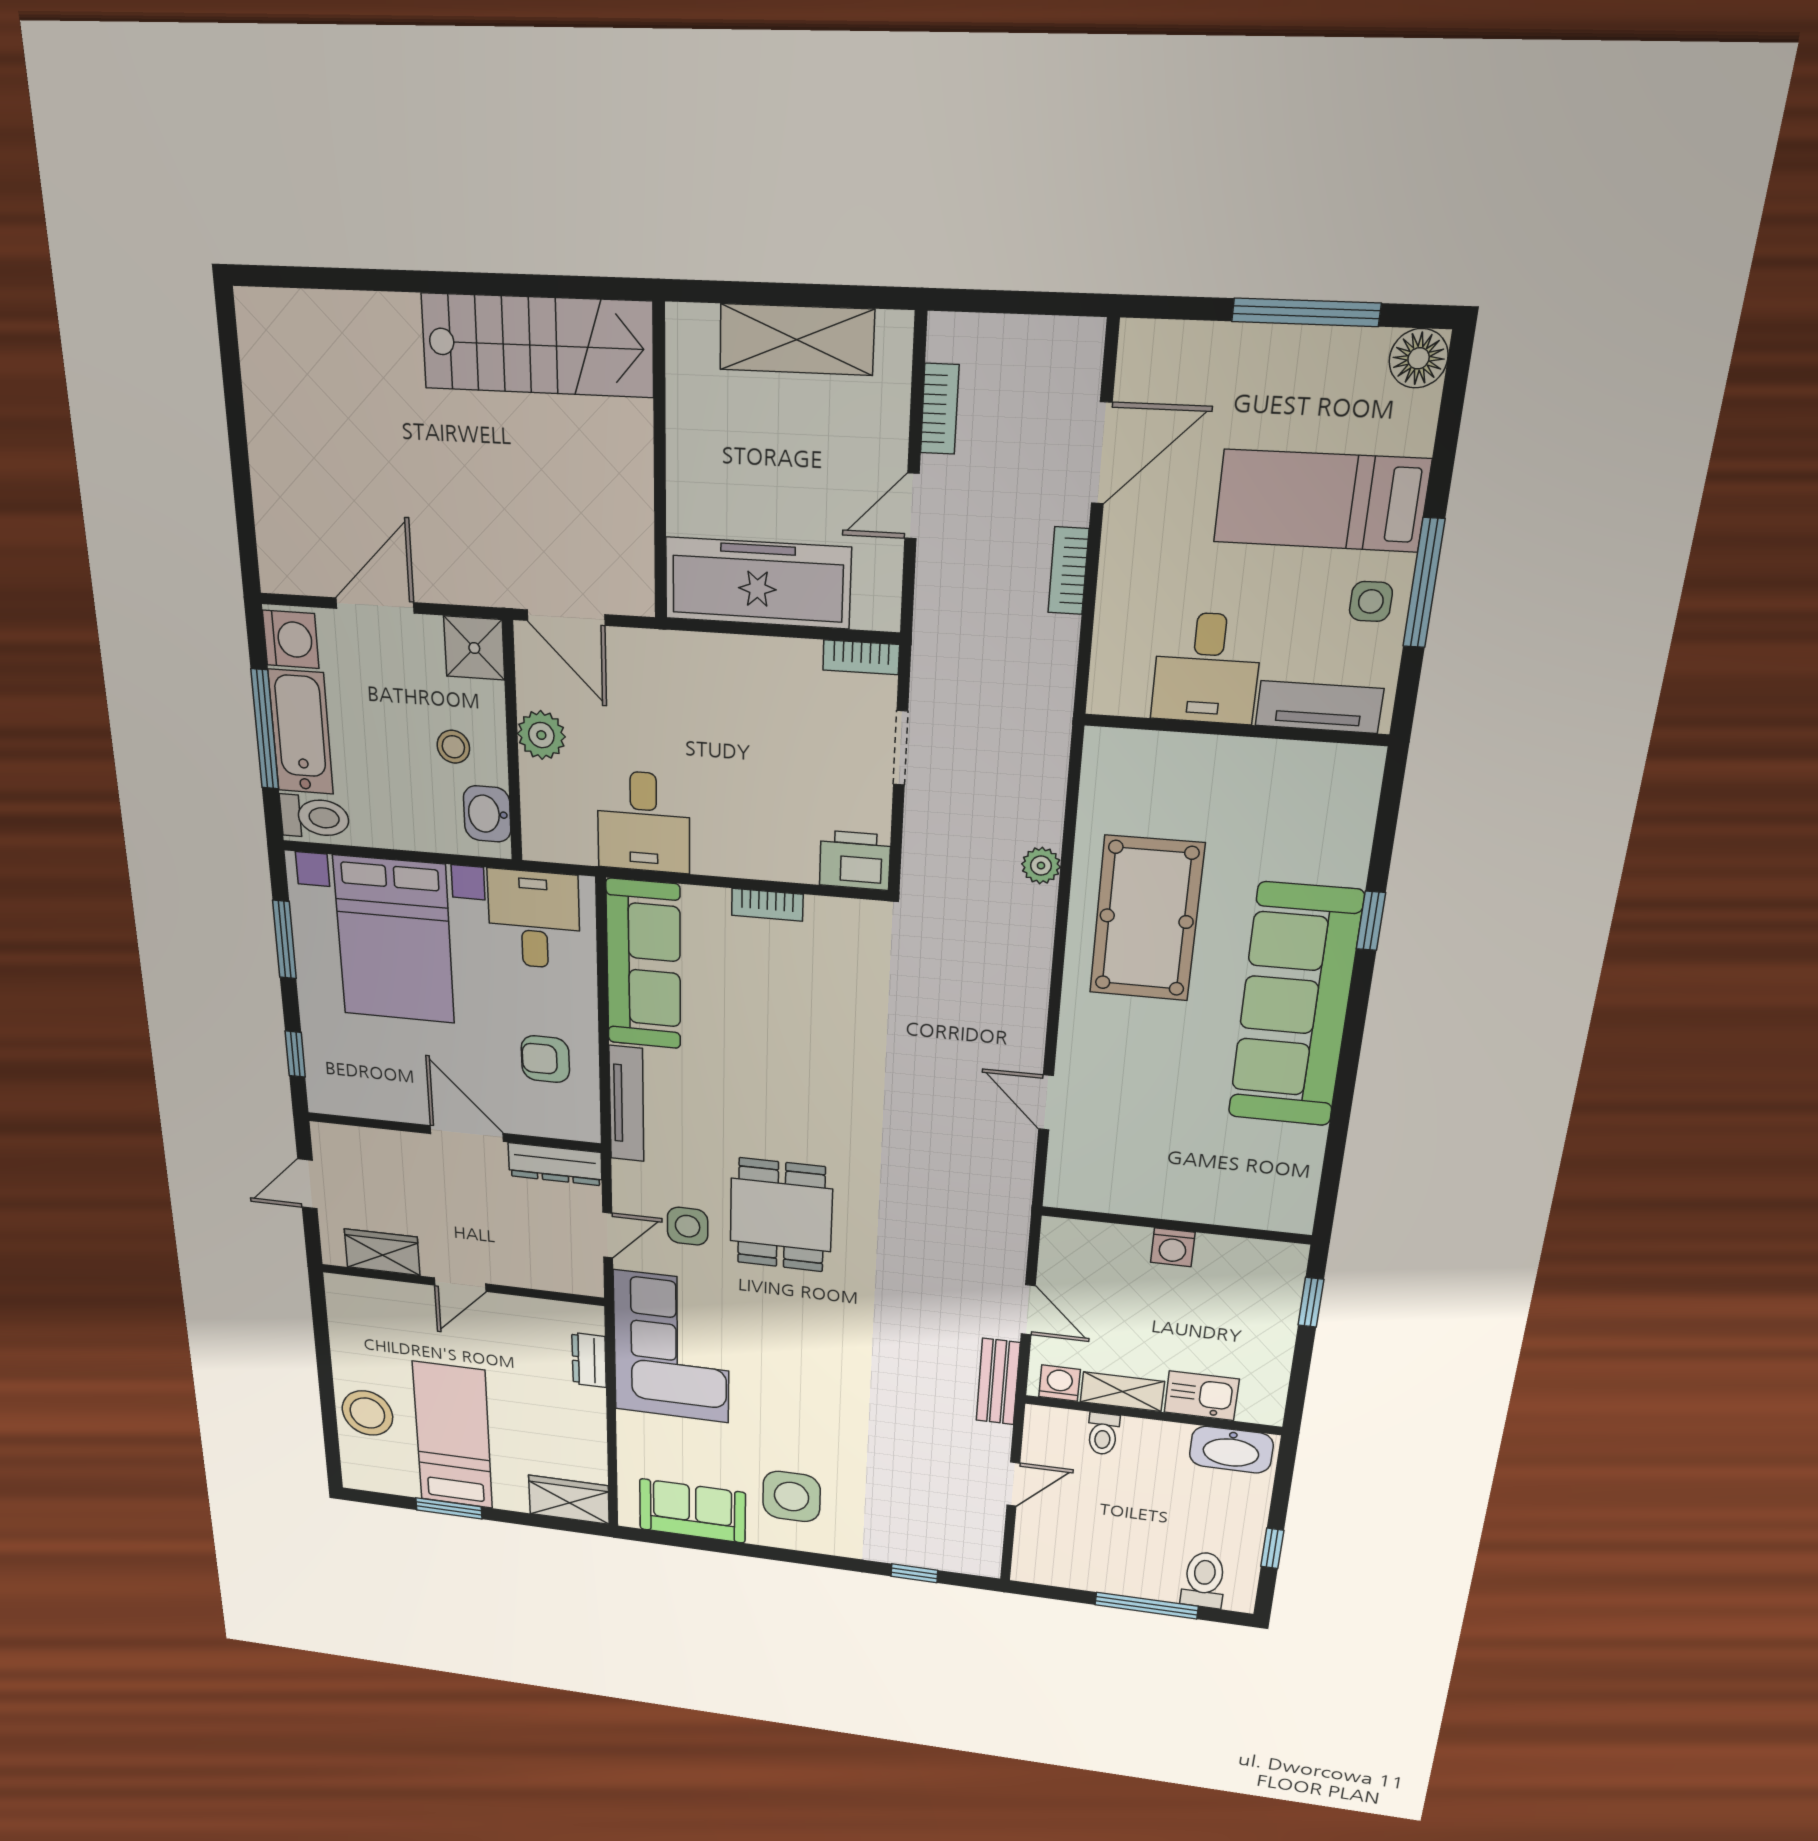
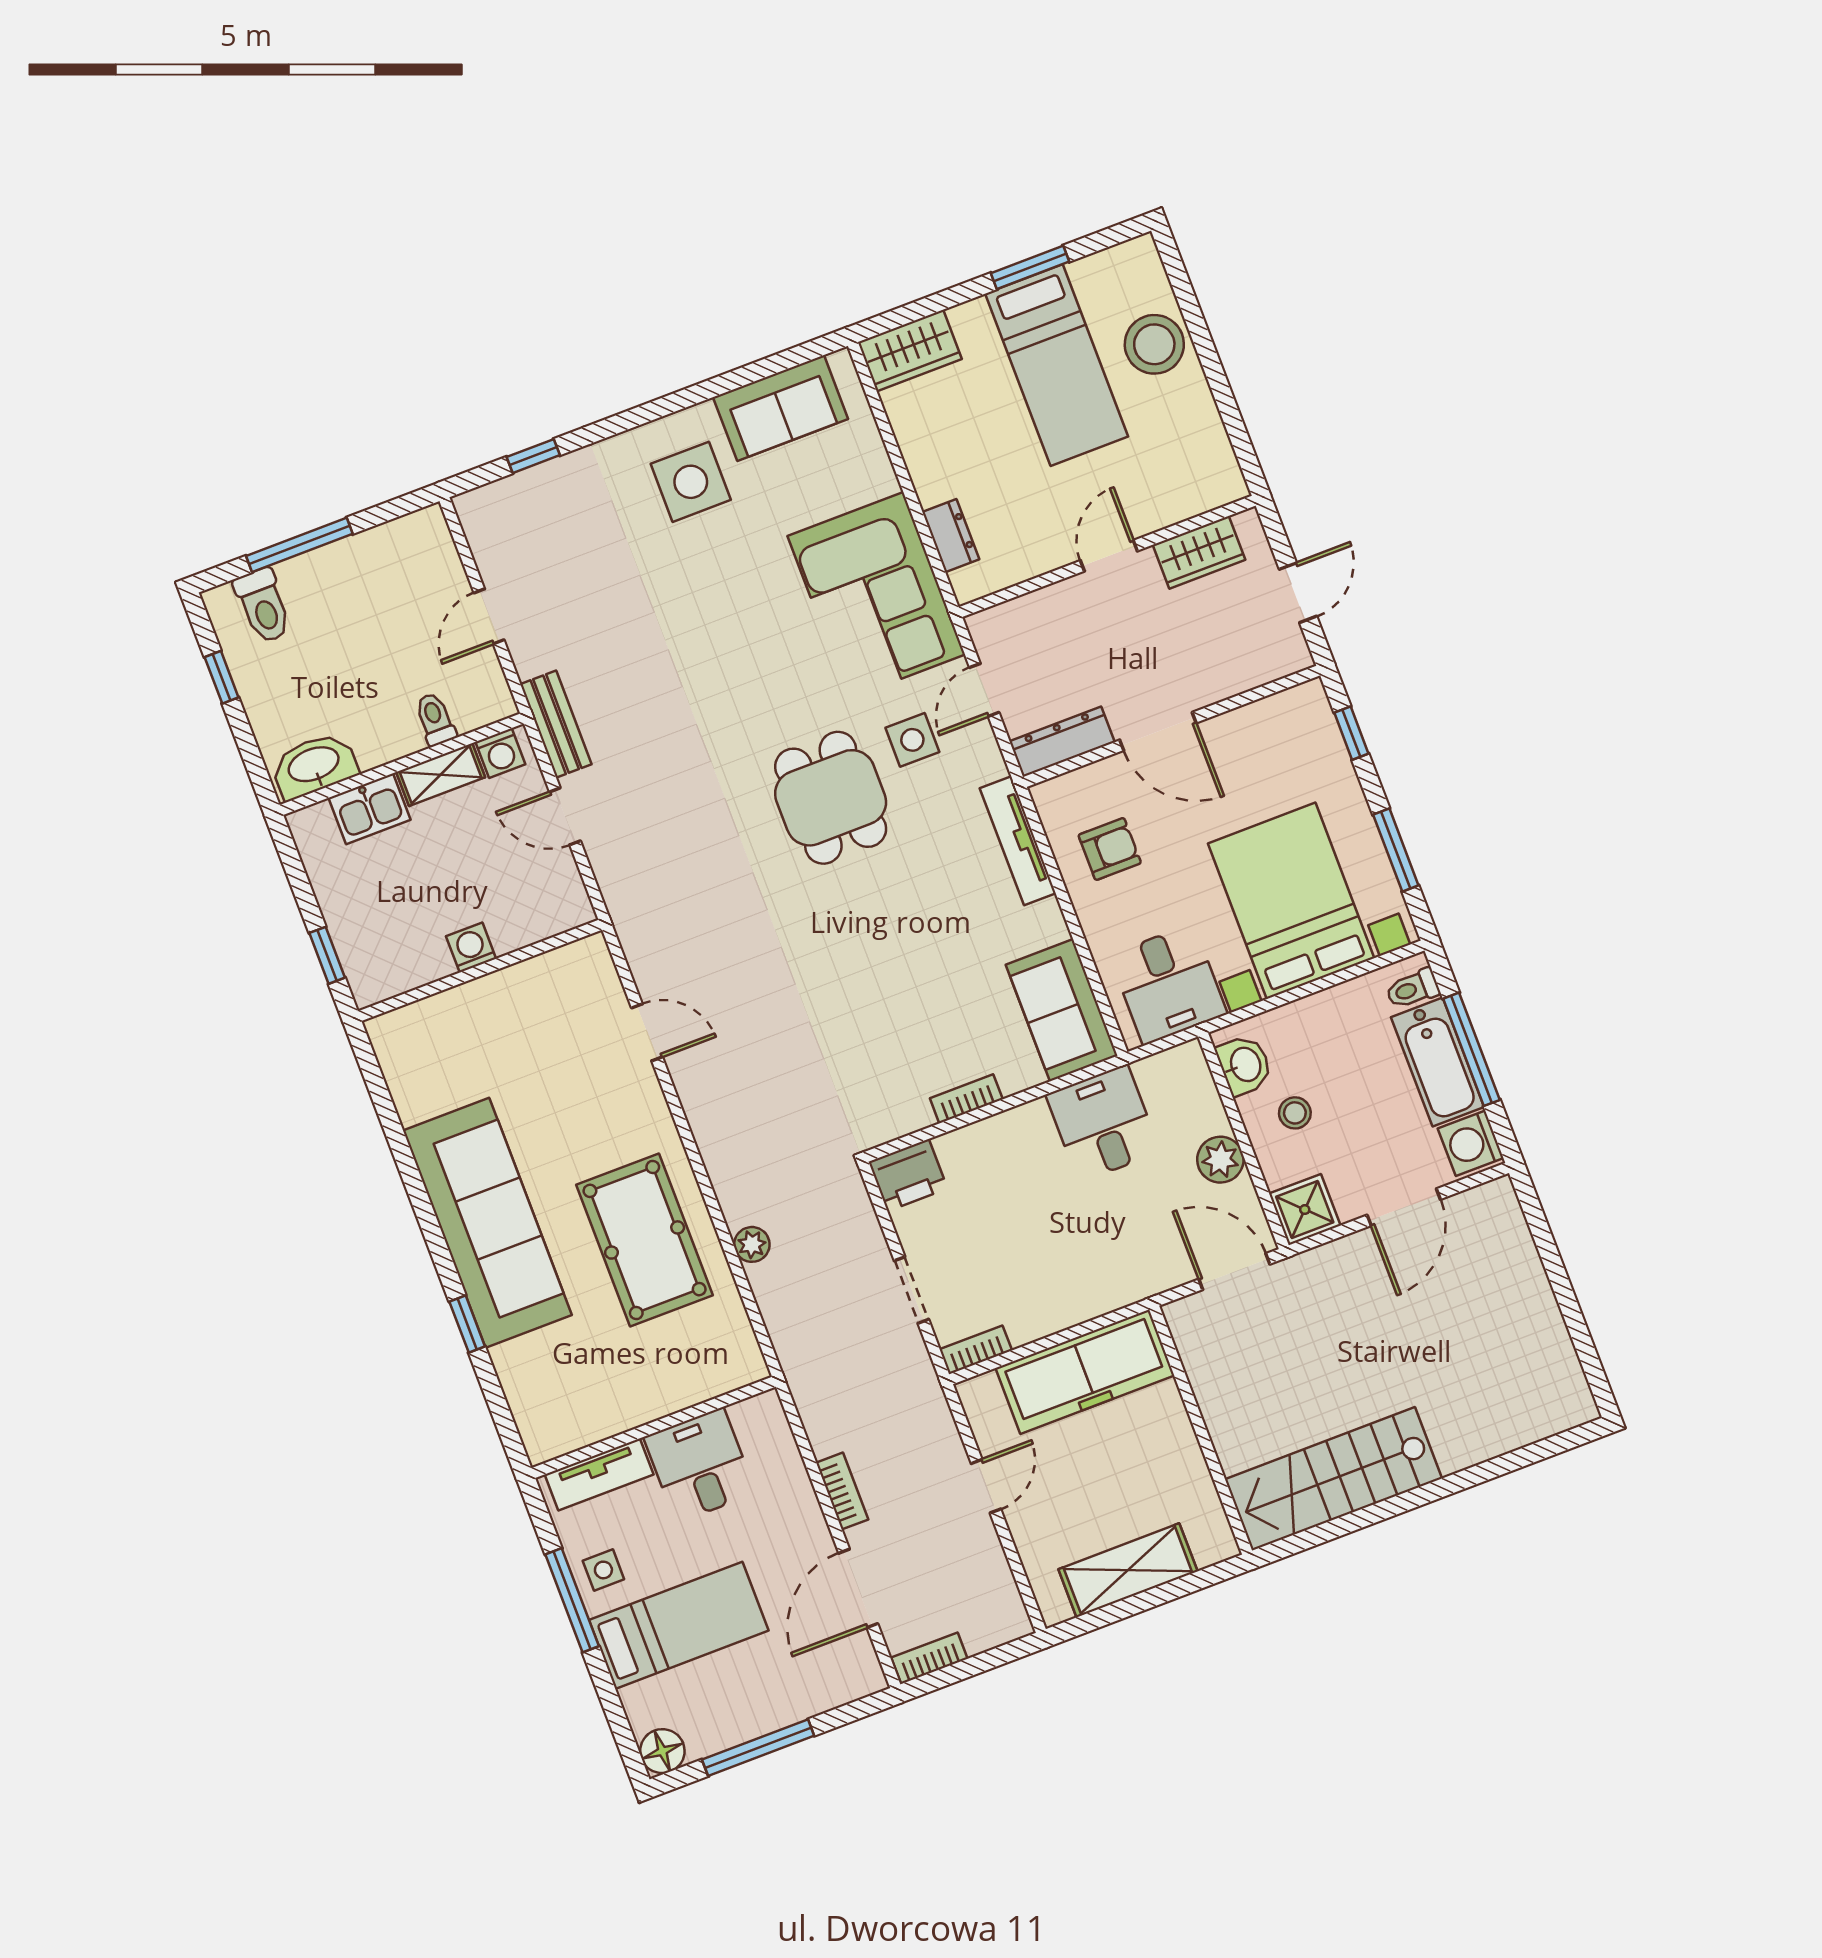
bookcase: (940, 409) -> (929, 1658), moved, turned 90
toilet: (315, 817) -> (1413, 989), width x0.73, depth x0.72
sofa: (644, 964) -> (1062, 1010), width x0.73

